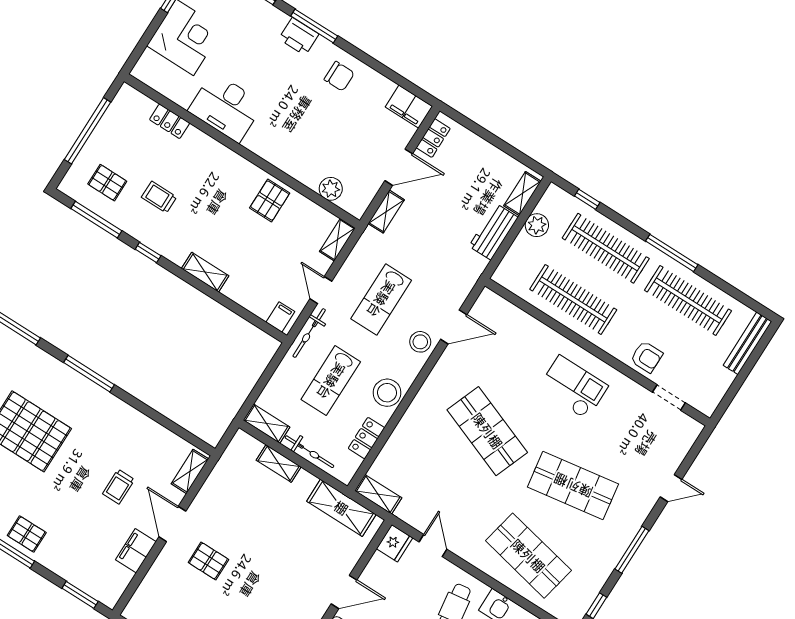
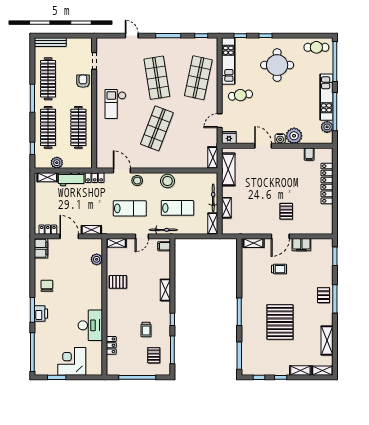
locker: (366, 438) -> (95, 178), moved

